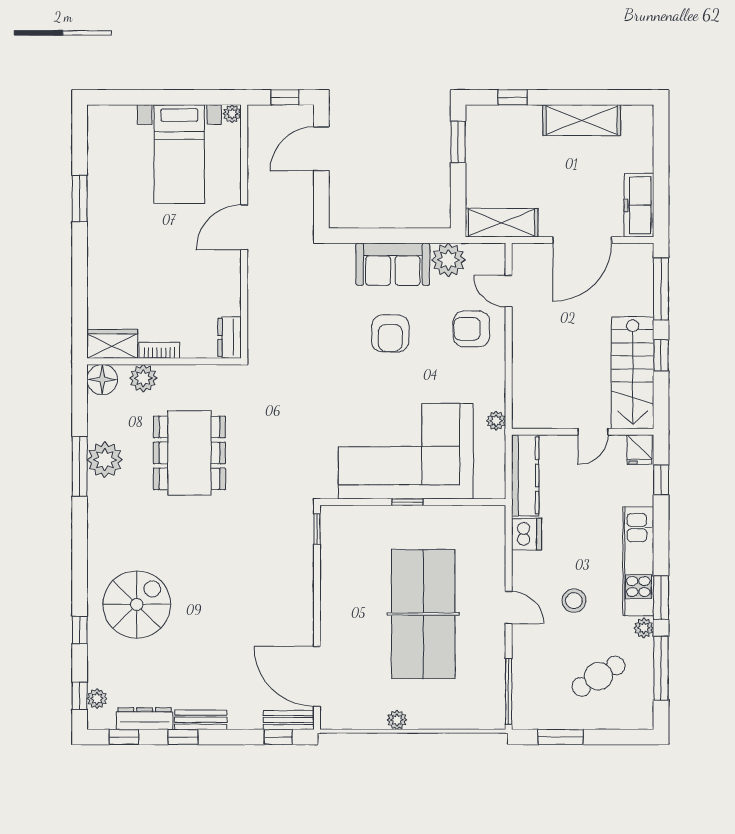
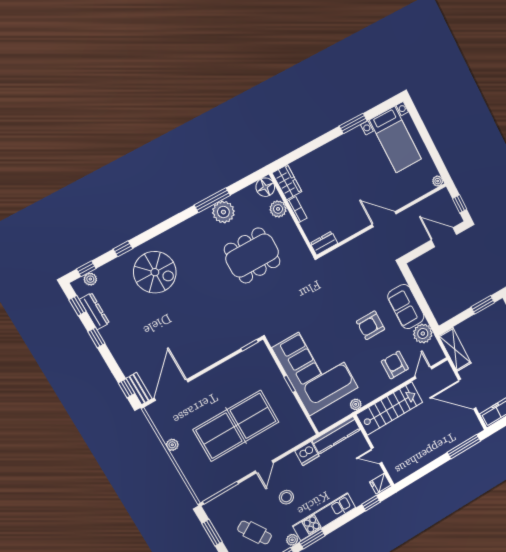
bed with nightstands: (179, 154) -> (395, 139), moved, turned -90
window: (661, 355) -> (432, 466), removed
stairs: (633, 373) -> (390, 408), moved, turned 180
bench: (201, 720) -> (112, 342), removed

